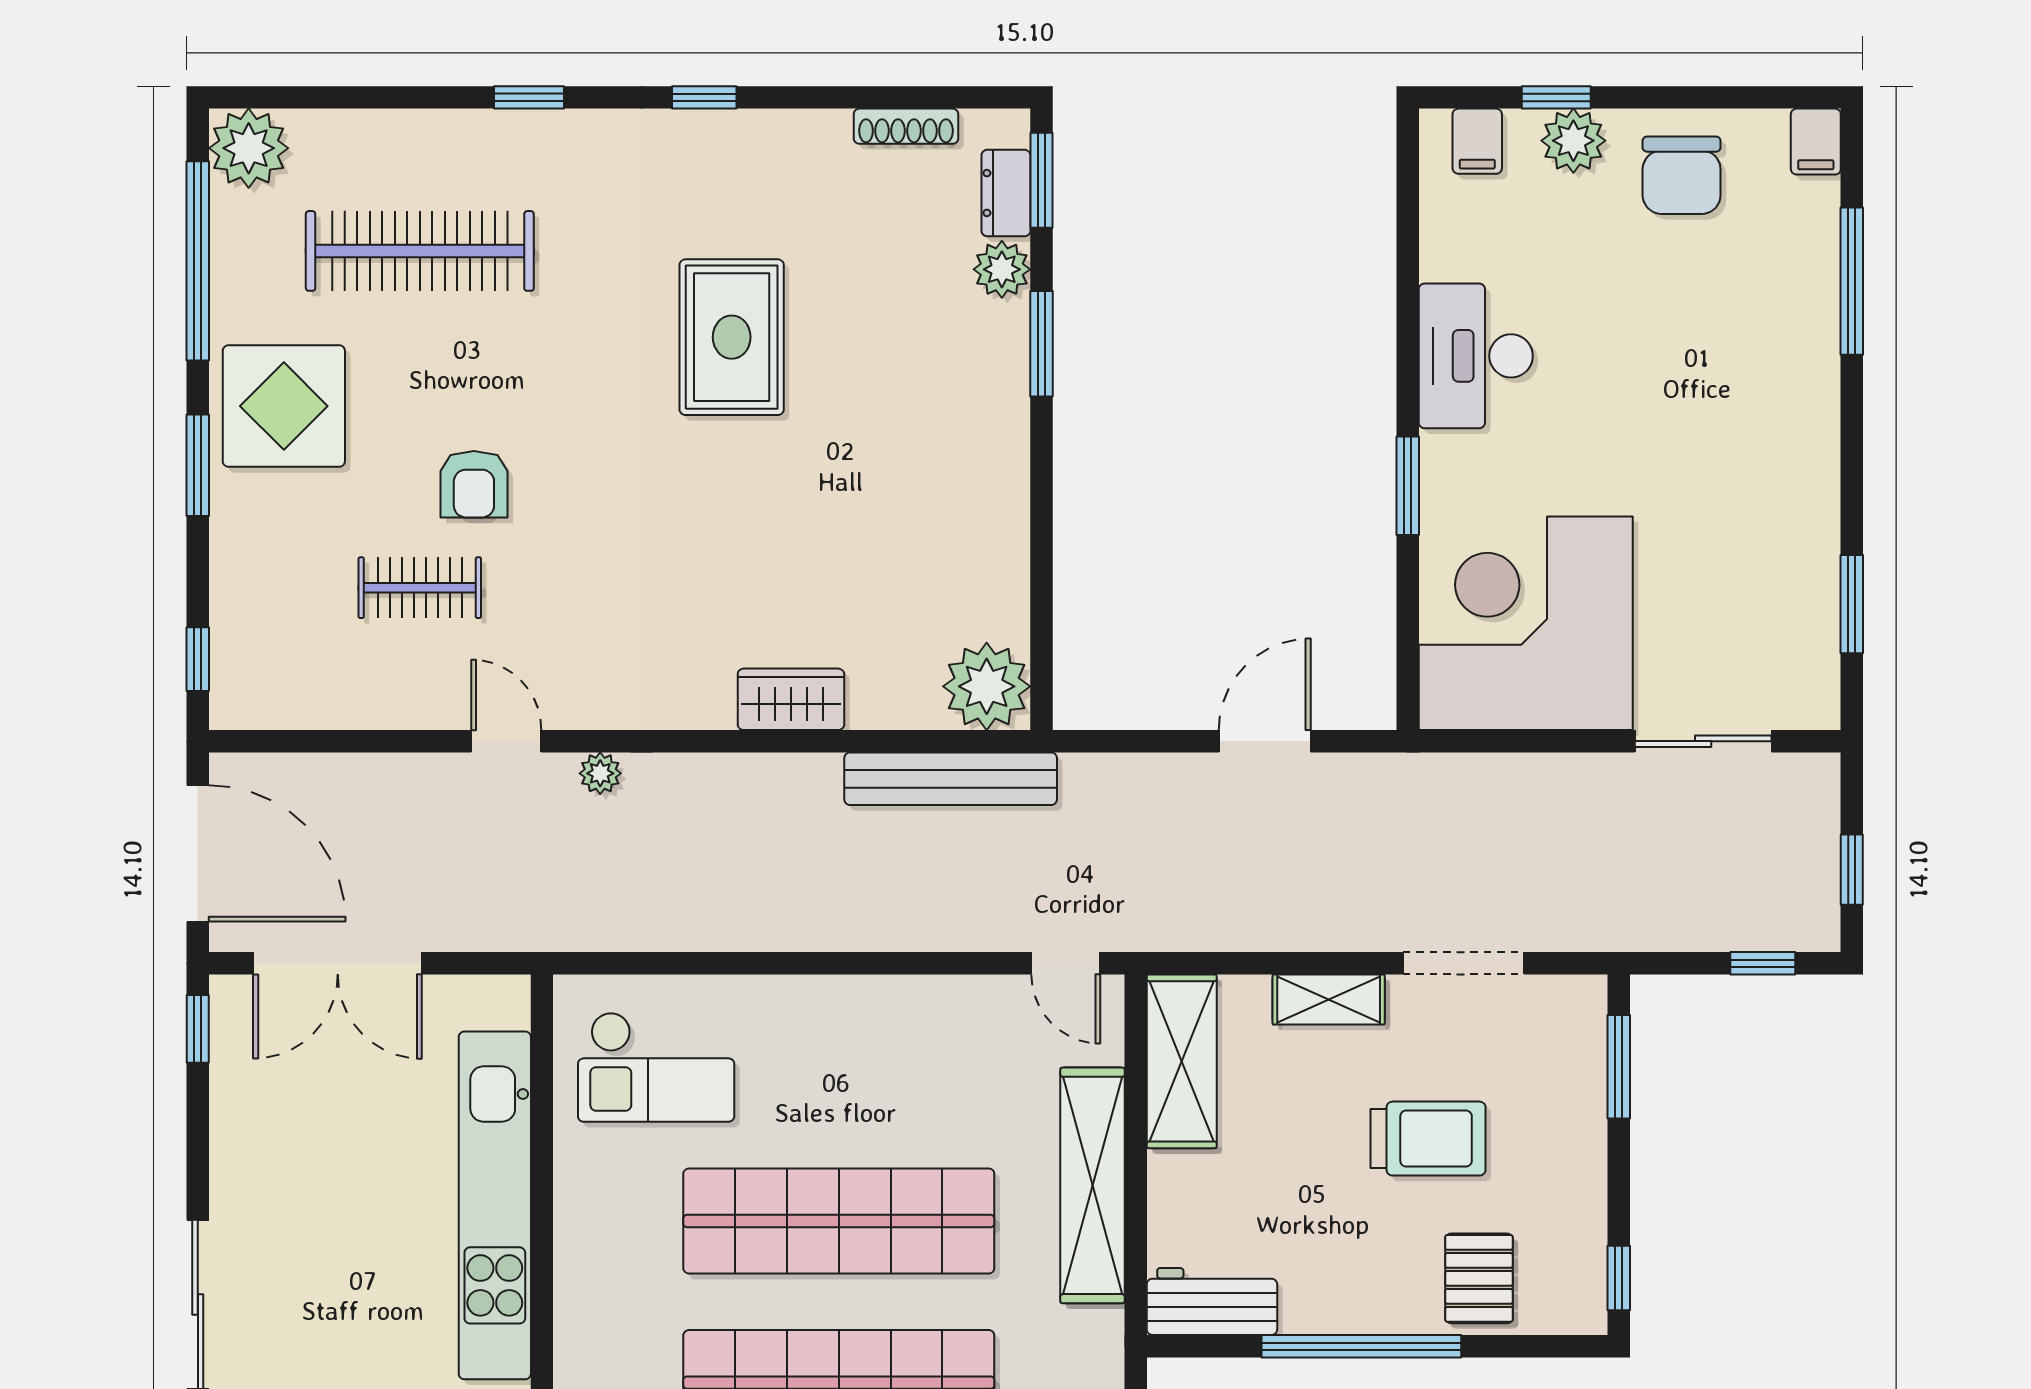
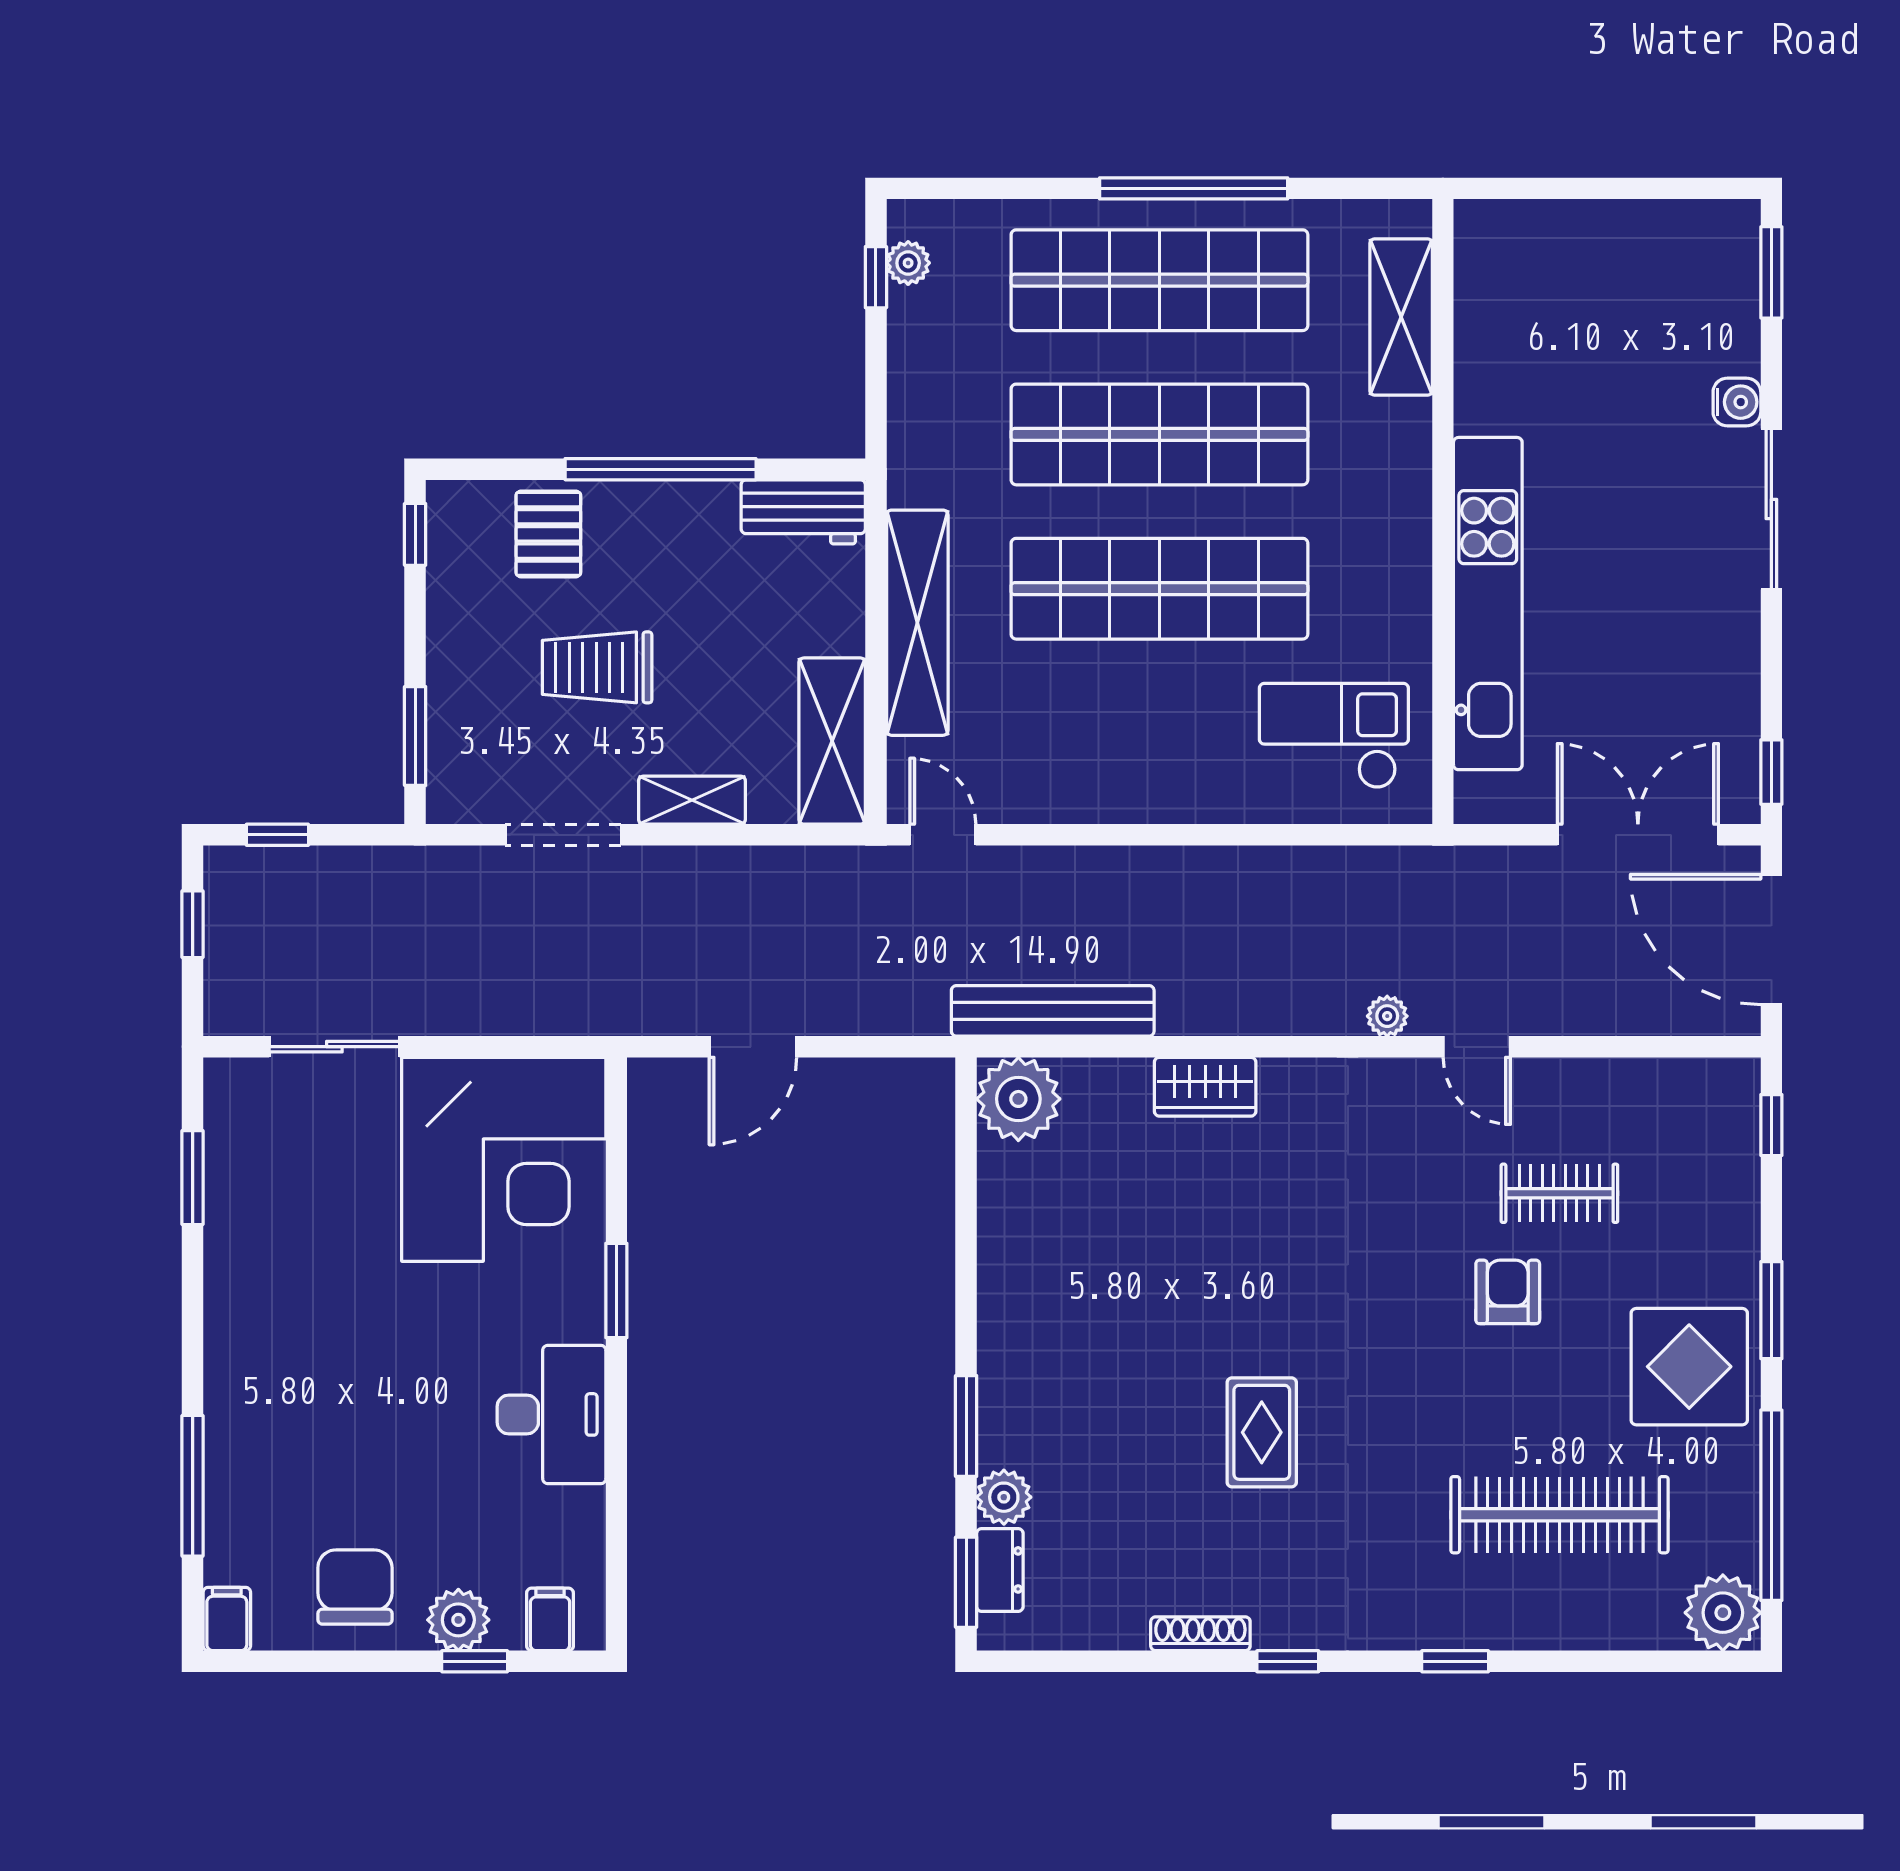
shoe rack: (906, 126) -> (1200, 1634), moved
rug: (732, 337) -> (1262, 1432), width x0.73, depth x0.70

